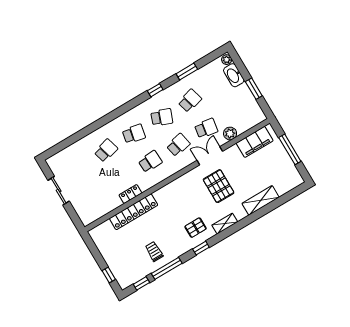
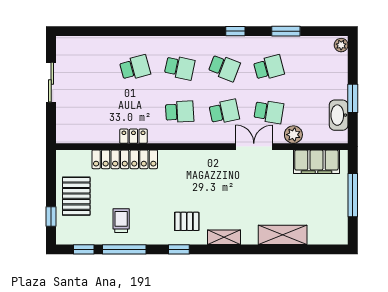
washbasin: (234, 75) -> (339, 115), moved
pallet: (219, 186) -> (76, 196), moved

